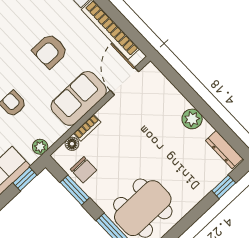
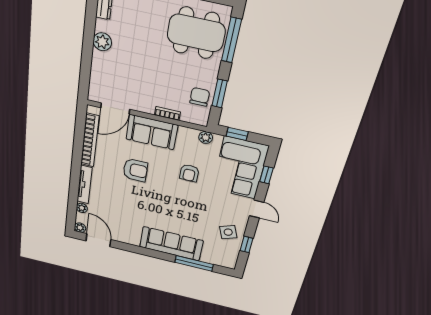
floor lamp: (72, 144) -> (187, 117), removed

